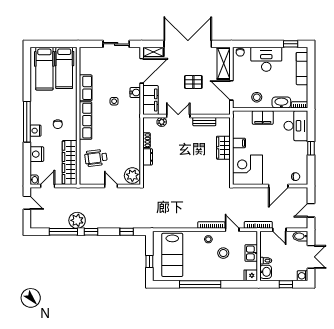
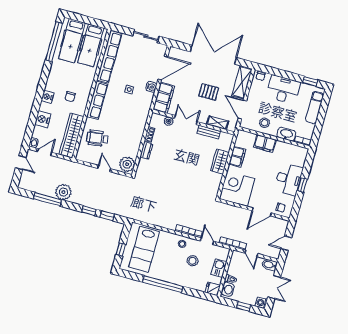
shelving: (153, 52) -> (218, 123), moved
row of seats: (86, 88) -> (109, 57), width x2.02
window: (27, 122) -> (54, 42), moved
desk: (296, 126) -> (289, 179), moved
filing cabinet: (239, 143) -> (237, 157), width x2.00
window: (91, 232) -> (89, 211), moved

